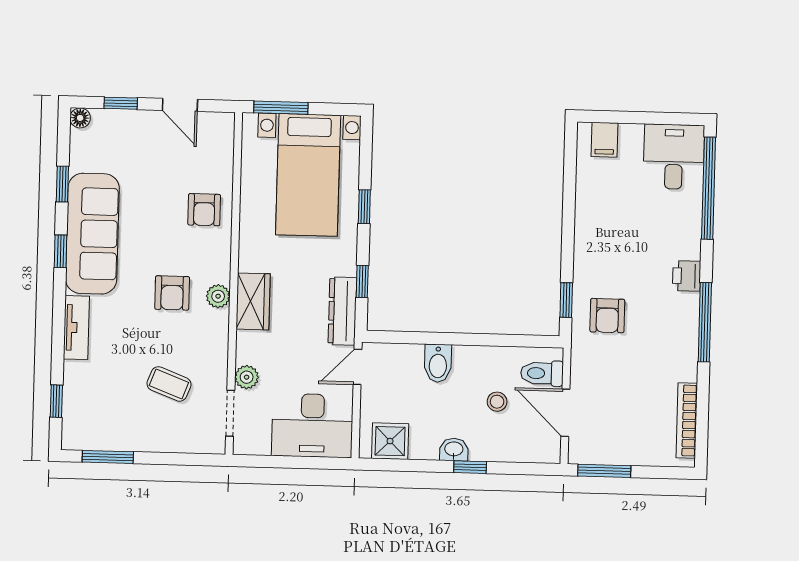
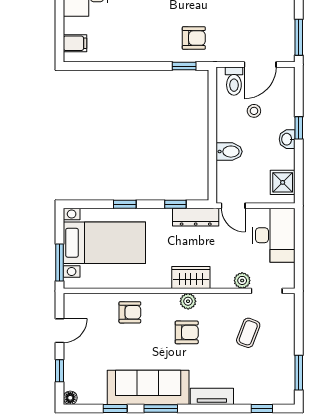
window: (61, 251) -> (161, 409), width x1.50

